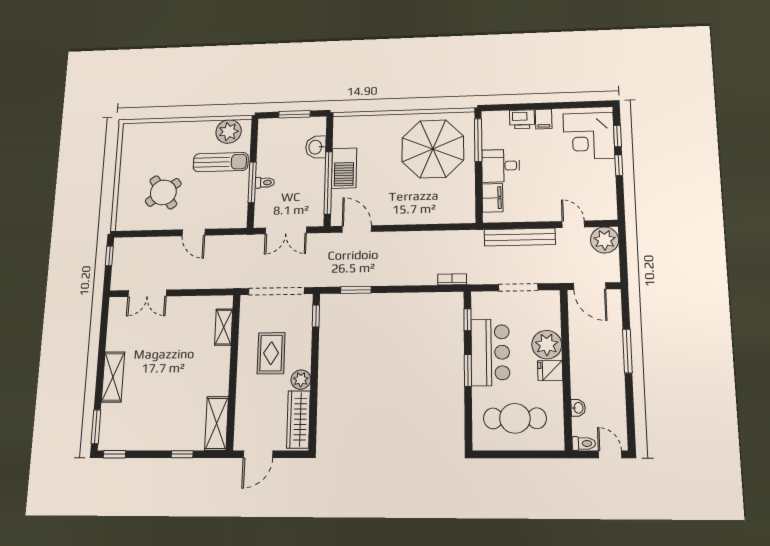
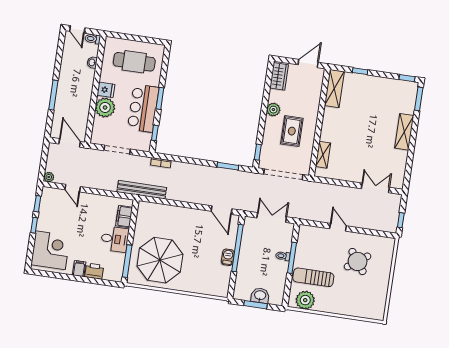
window: (617, 136) -> (37, 204), moved
washbasin: (316, 147) -> (260, 296), moved, turned -90
barbecue: (344, 168) -> (228, 257), width x0.53, depth x0.65
bench: (520, 237) -> (142, 190), moved
plant: (605, 240) -> (49, 177), width x0.53, depth x0.53
wardrobe: (298, 419) -> (279, 76), width x0.67

